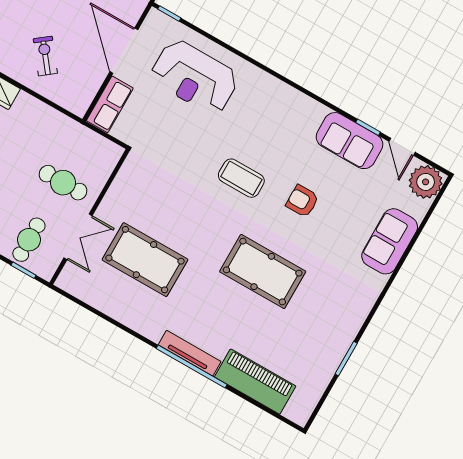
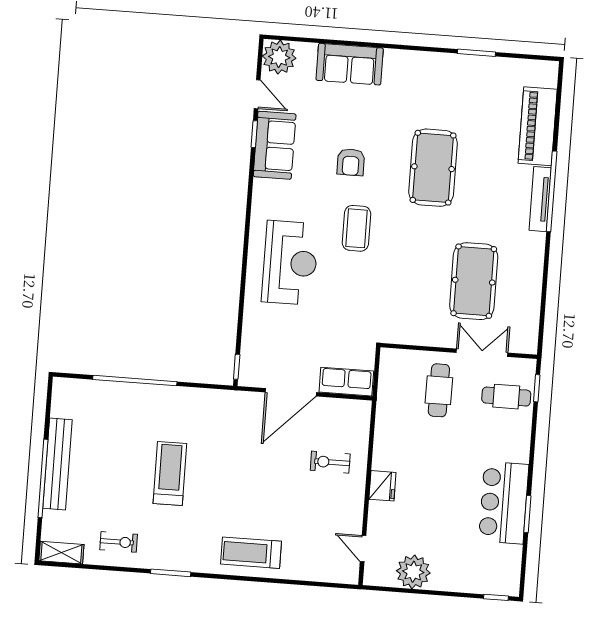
exercise bike: (45, 56) -> (330, 462), turned 38
reception desk: (195, 77) -> (290, 263), moved
door: (402, 147) -> (257, 94), hinge flipped

